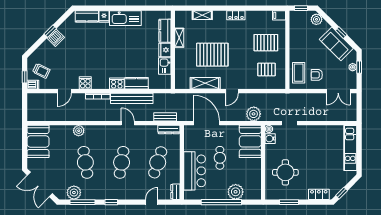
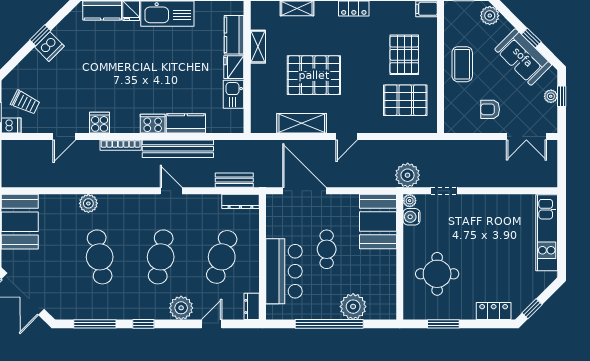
pallet: (266, 43) -> (404, 55), turned 90
pallet: (266, 69) -> (405, 100), width x1.50, depth x1.42
coffee table: (299, 73) -> (462, 64), moved
plant: (254, 114) -> (408, 175), moved
plant: (74, 193) -> (181, 308), moved

